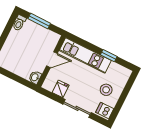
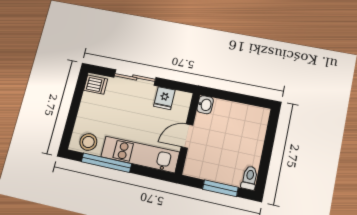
window: (109, 56) -> (106, 163), width x2.17
stool: (106, 90) -> (88, 142), moved

